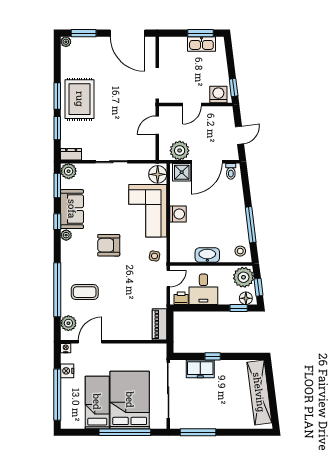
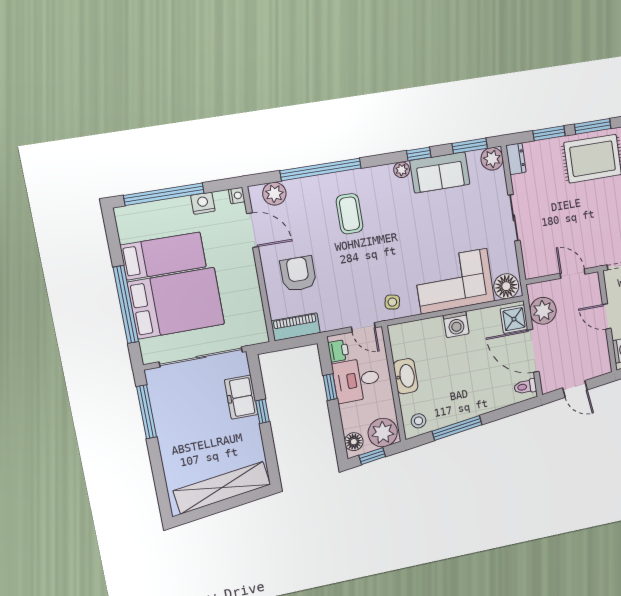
armchair: (109, 245) -> (298, 274), moved
coffee table: (85, 292) -> (349, 214), moved
window: (239, 308) -> (330, 387), moved

